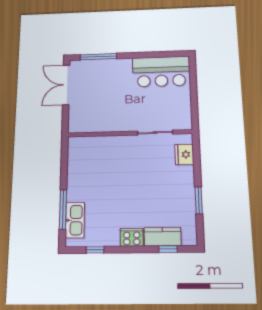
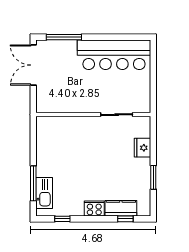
bar counter: (161, 72) -> (114, 55), width x1.36
fridge: (184, 154) -> (142, 148), moved

